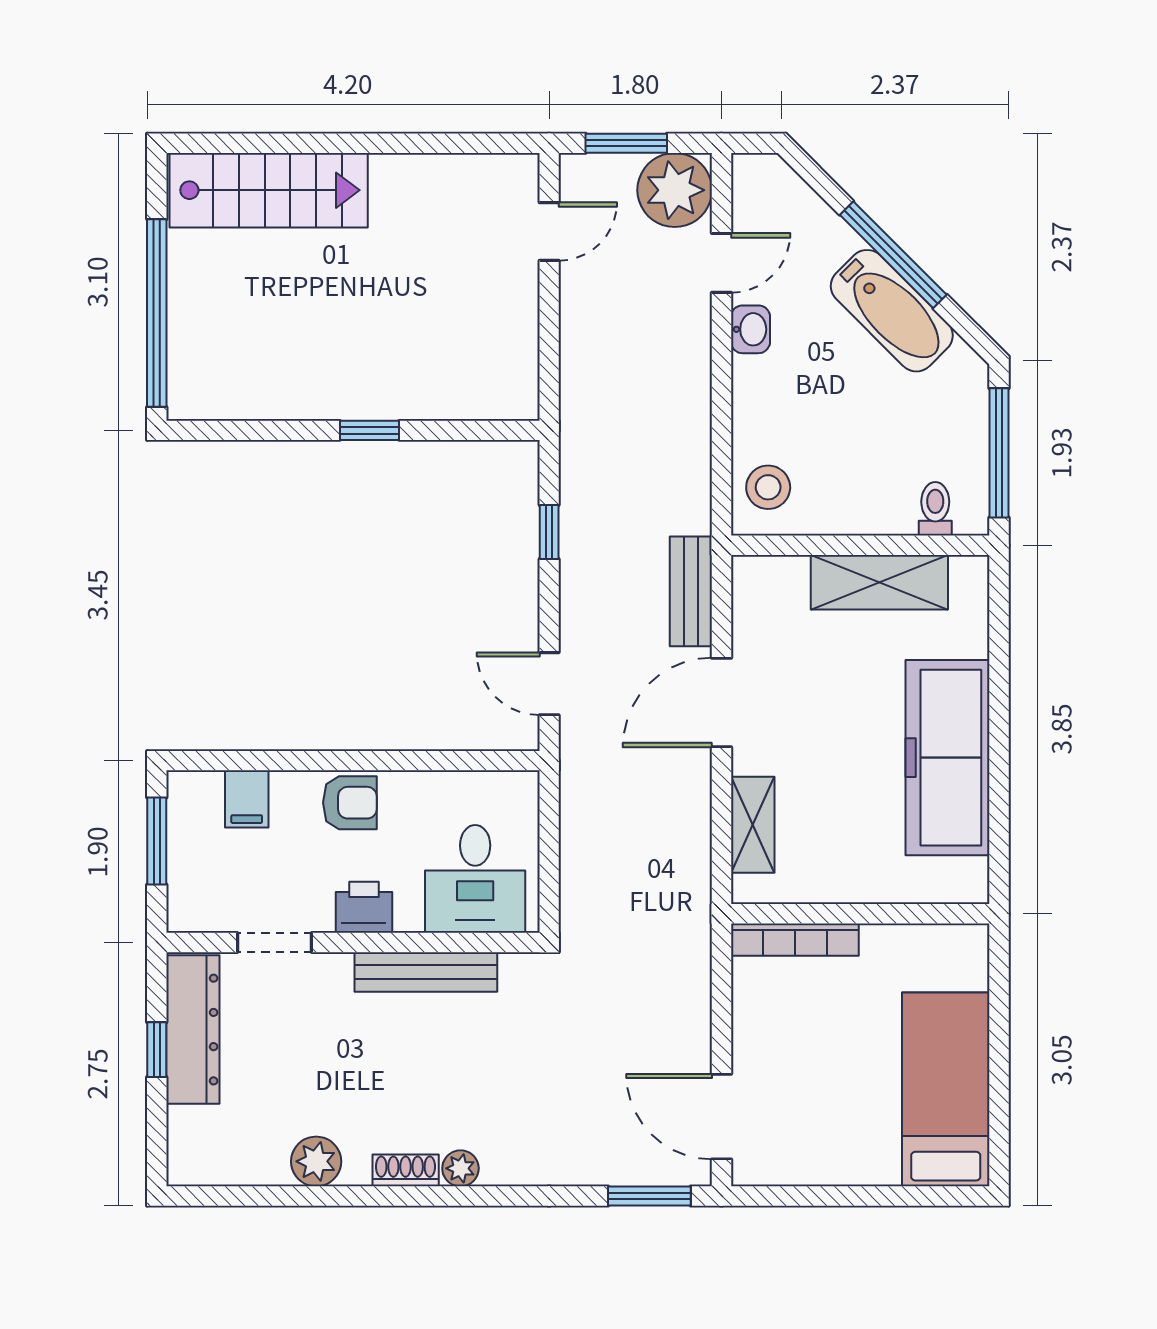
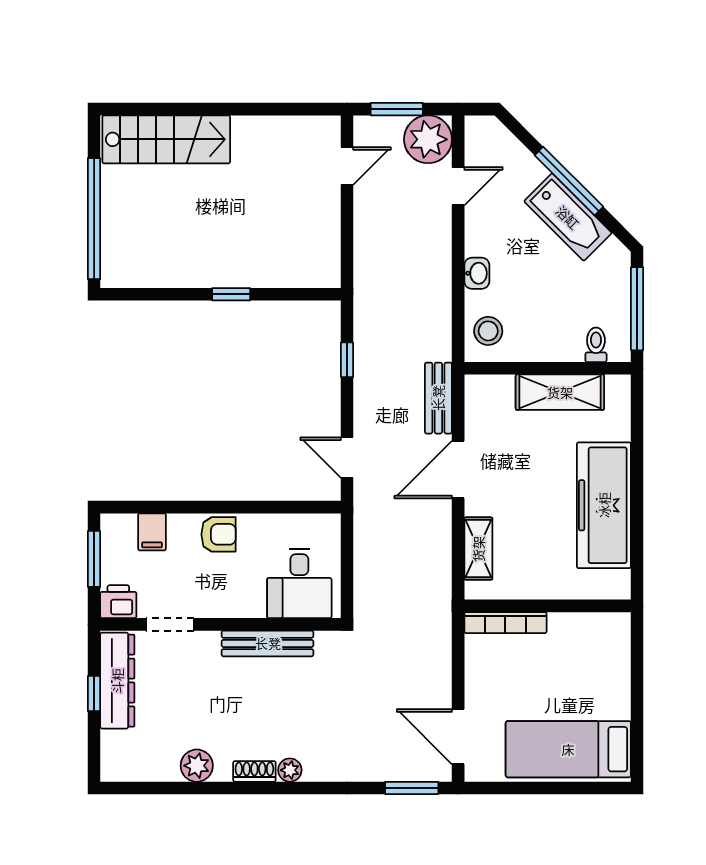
washbasin: (750, 329) -> (477, 273), moved
printer: (364, 907) -> (118, 602), moved
bed: (946, 1089) -> (568, 749), moved, turned -90

